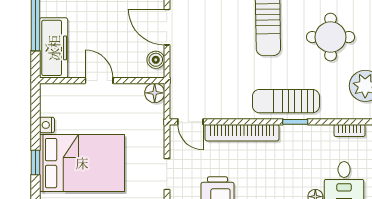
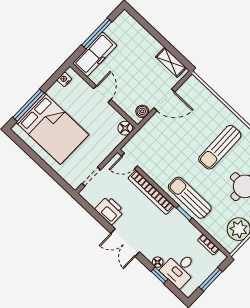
door: (167, 27) -> (164, 100), swing flipped
door: (190, 122) -> (129, 161), hinge flipped
nightstand: (47, 125) -> (64, 79), moved
window: (35, 163) -> (28, 105), width x2.17

